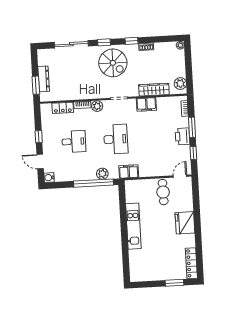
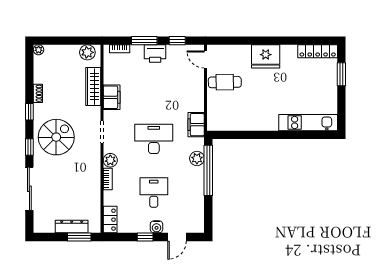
locker: (63, 108) -> (110, 220), moved
water cooler: (49, 178) -> (156, 227), moved
kitchen unit: (133, 226) -> (308, 123), moved

